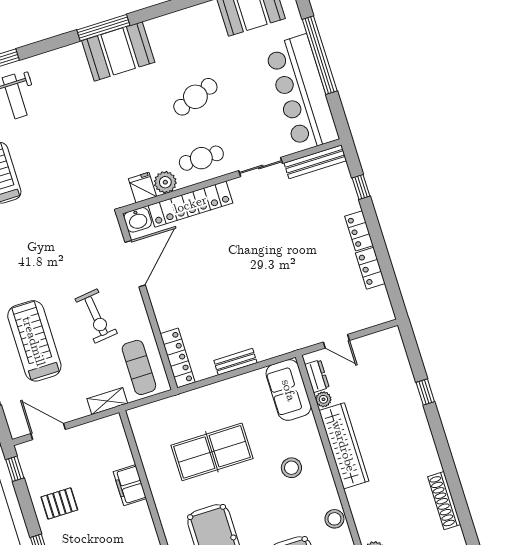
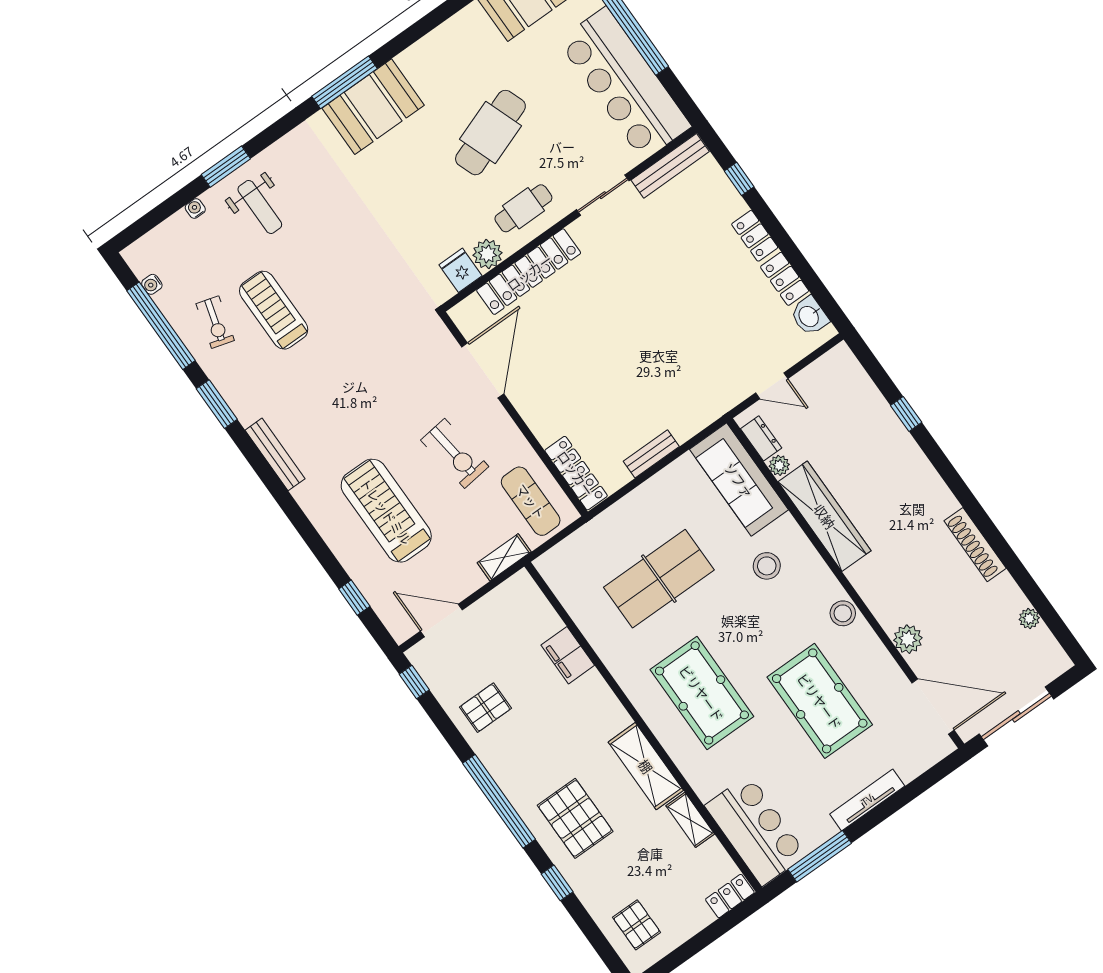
cafe table: (195, 97) -> (490, 133), width x1.37, depth x1.35
washbasin: (138, 220) -> (809, 316), moved, turned 90
sofa: (289, 390) -> (739, 480), width x1.36

